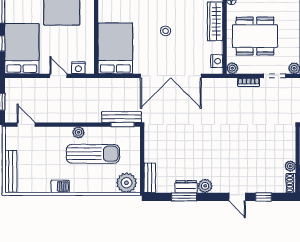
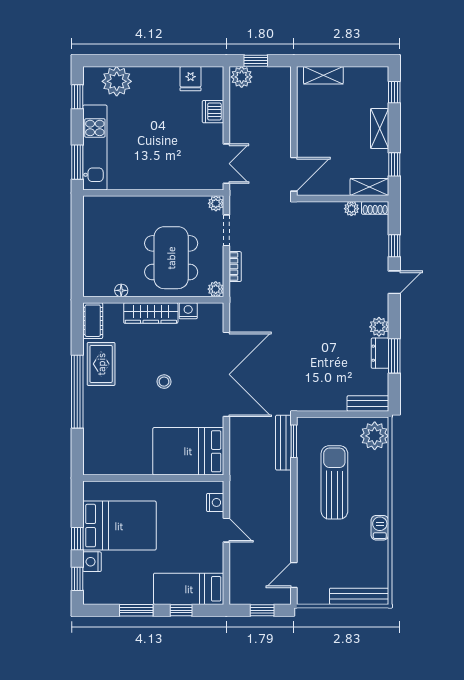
bed: (22, 49) -> (189, 589), width x0.67
nightstand: (217, 61) -> (188, 311), moved
door: (58, 76) -> (226, 530), swing flipped
plant: (79, 132) -> (305, 502), removed

